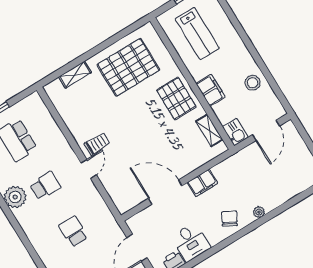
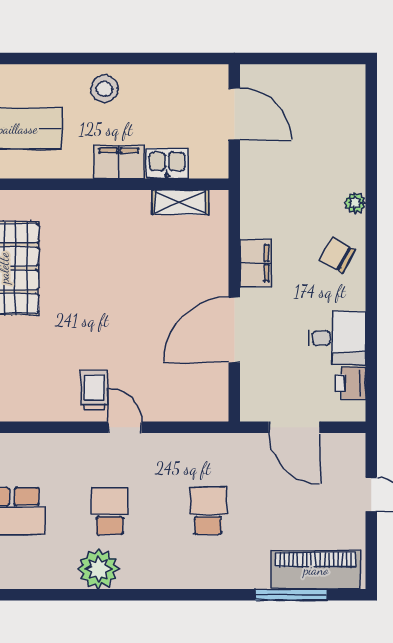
stool: (253, 83) -> (104, 89), moved
pallet: (176, 99) -> (99, 223), removed
kitchen sink: (235, 132) -> (167, 163), moved
school desk: (73, 232) -> (208, 511), turned 90

